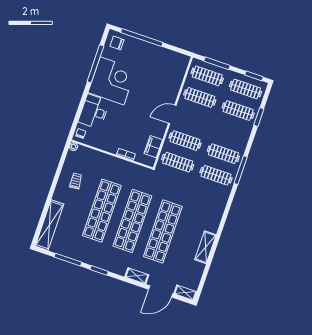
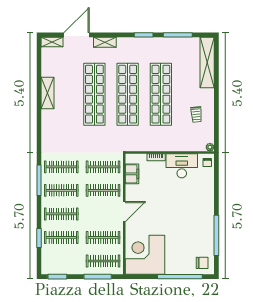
corner desk: (112, 81) -> (145, 255), moved, turned 90
clothes rail: (246, 89) -> (61, 214), moved
desk: (94, 112) -> (182, 166), moved, turned -90

